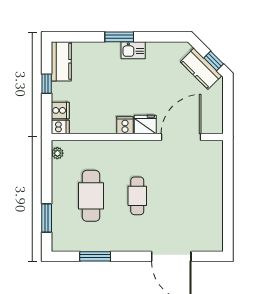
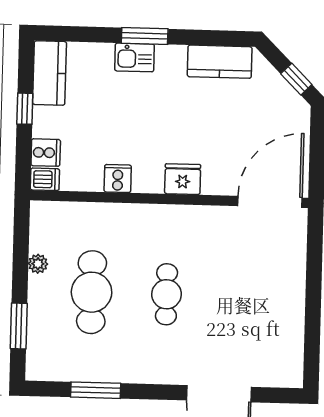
kitchen sink: (133, 50) -> (135, 57), moved
kitchen counter: (201, 69) -> (220, 62), moved, turned -45
cooker: (125, 125) -> (118, 178), moved
door: (181, 137) -> (270, 202), moved
plant: (57, 153) -> (38, 264), moved

